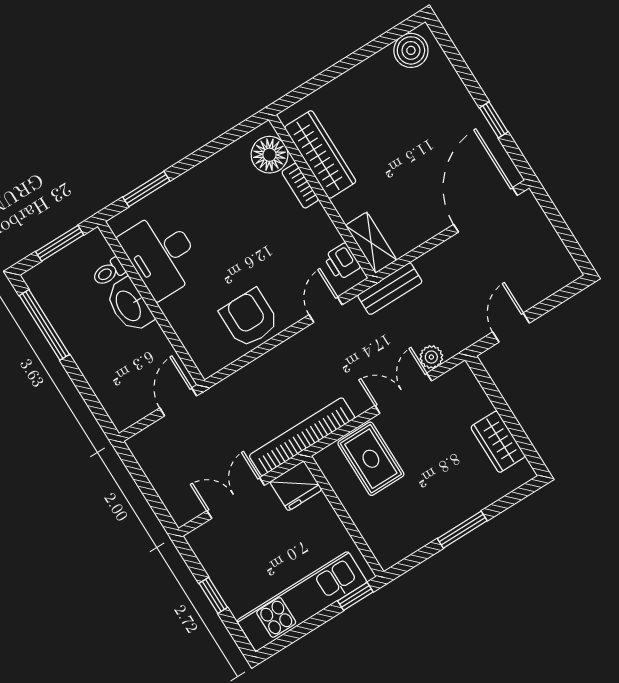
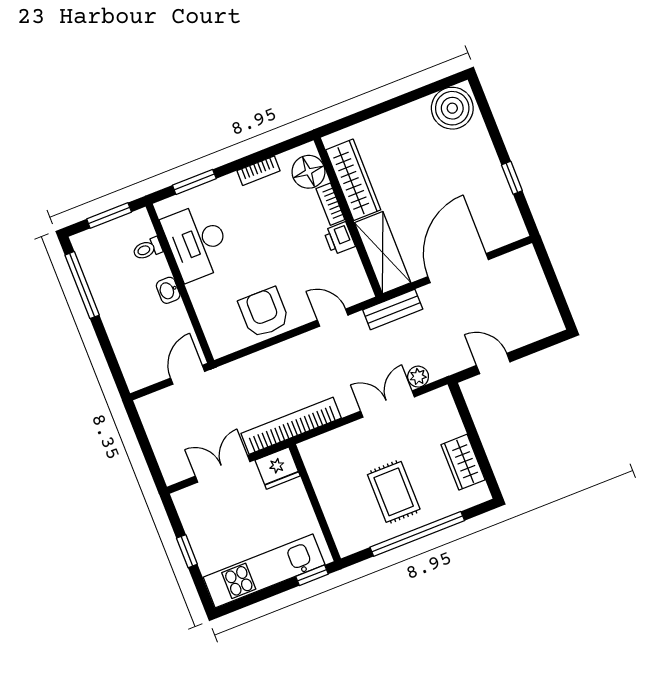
boiler: (411, 50) -> (452, 108), width x1.37, depth x1.37
bookcase: (214, 164) -> (258, 171), added
door: (485, 210) -> (458, 268), moved
shelving: (371, 243) -> (383, 253), width x1.50, depth x1.33
printer: (342, 262) -> (339, 238), moved
washbasin: (129, 305) -> (168, 290), width x0.52, depth x0.69
door: (326, 310) -> (333, 318), hinge flipped
door: (511, 327) -> (493, 364), hinge flipped
rug: (371, 459) -> (394, 492), moved
window: (462, 530) -> (417, 534), width x2.11

